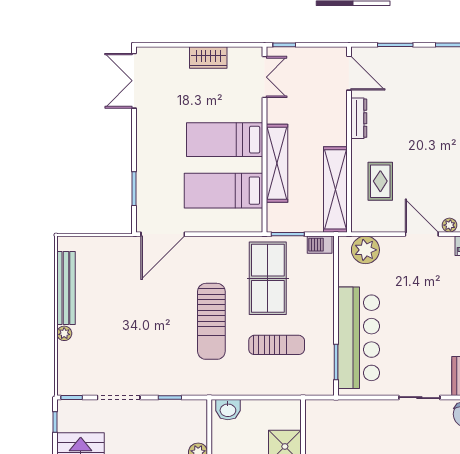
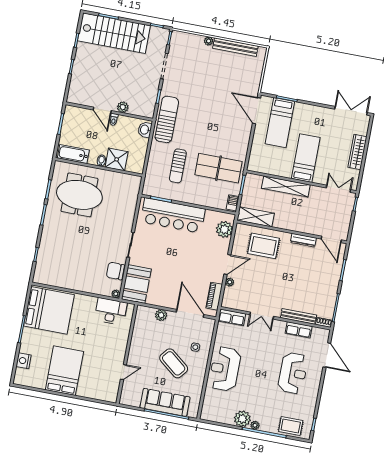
wardrobe: (208, 58) -> (357, 152), width x1.50
door: (349, 73) -> (331, 239), hinge flipped
double door: (264, 77) -> (338, 189), swing flipped
rug: (380, 181) -> (264, 246), width x1.36, depth x1.43
shelving: (335, 189) -> (256, 217), width x0.68
bed: (224, 191) -> (280, 123), moved, turned 180
sun lounger: (211, 321) -> (167, 119), moved, turned 90

